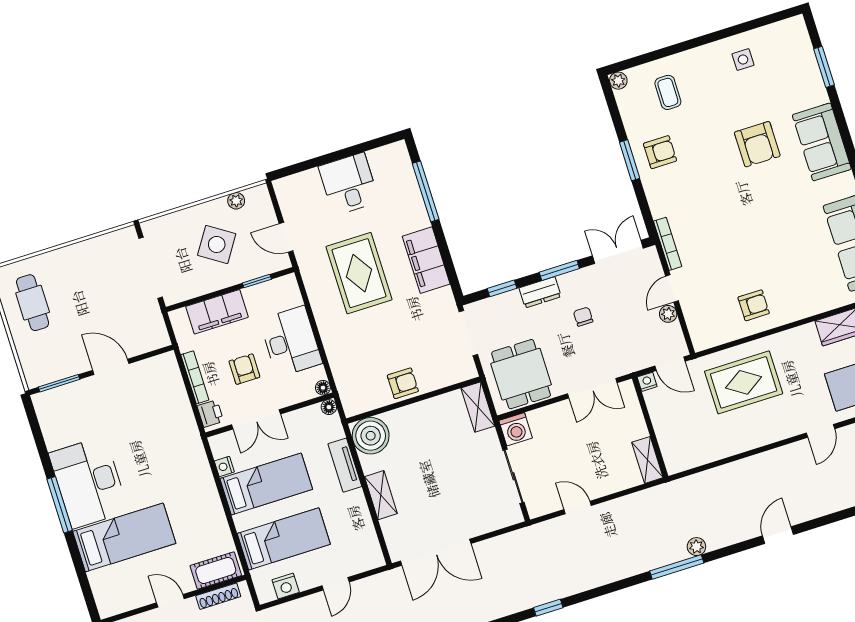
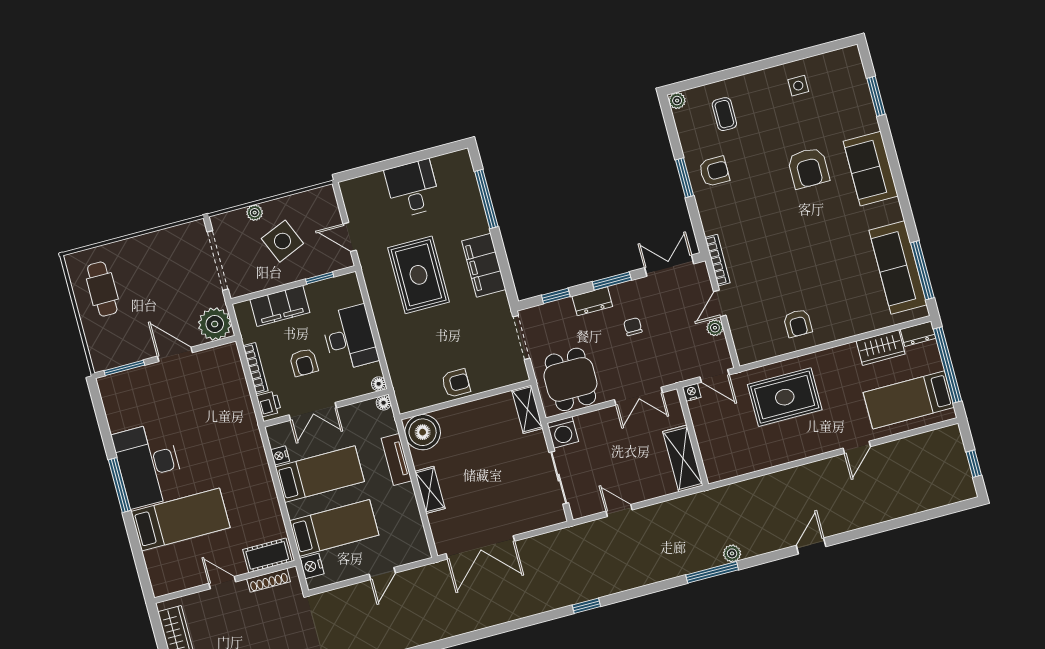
plant: (236, 201) -> (255, 213), moved
side table: (217, 244) -> (282, 241), turned 34
armchair: (754, 305) -> (798, 323), turned 90
plant: (150, 334) -> (215, 324), added
armchair: (244, 369) -> (304, 362), turned 180
shelving: (647, 460) -> (683, 458), width x1.50, depth x1.33
nightstand: (286, 586) -> (312, 566), moved, turned 90

